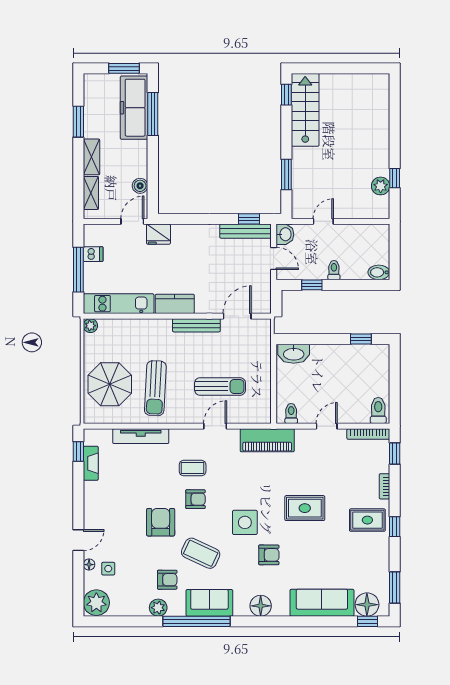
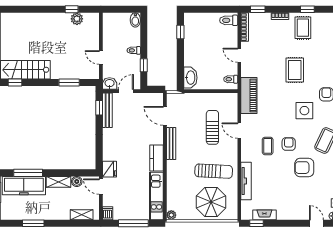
shelving: (92, 157) -> (58, 182), moved
dishwasher: (93, 254) -> (108, 213), moved

